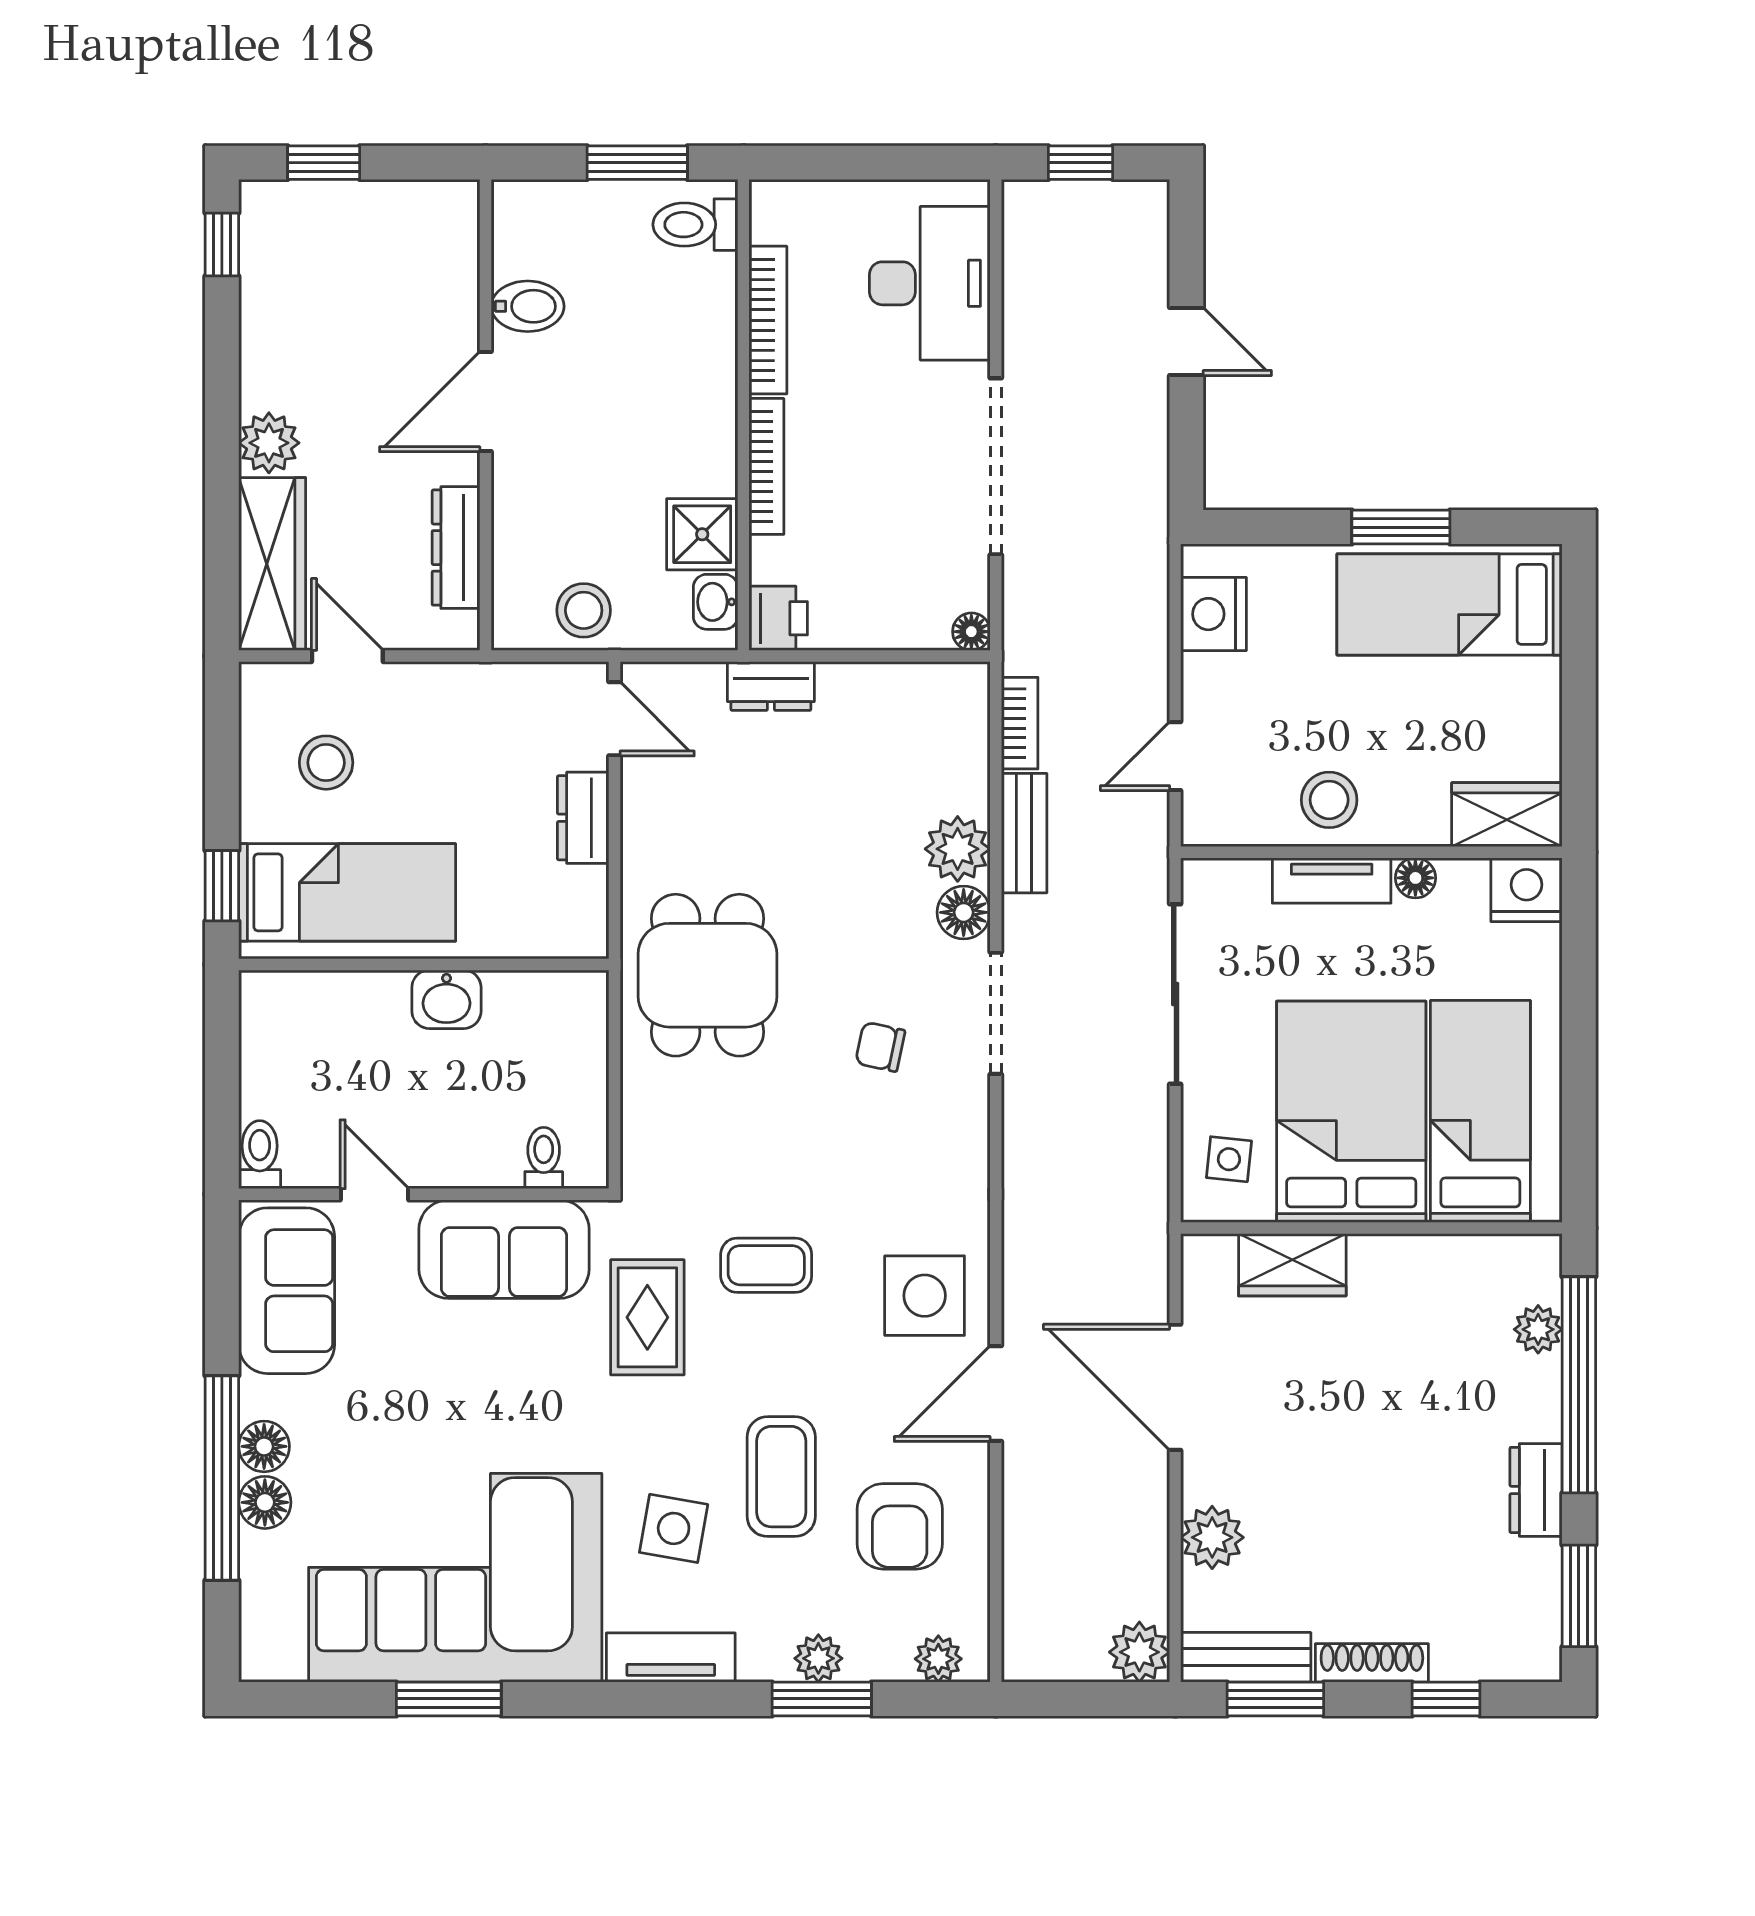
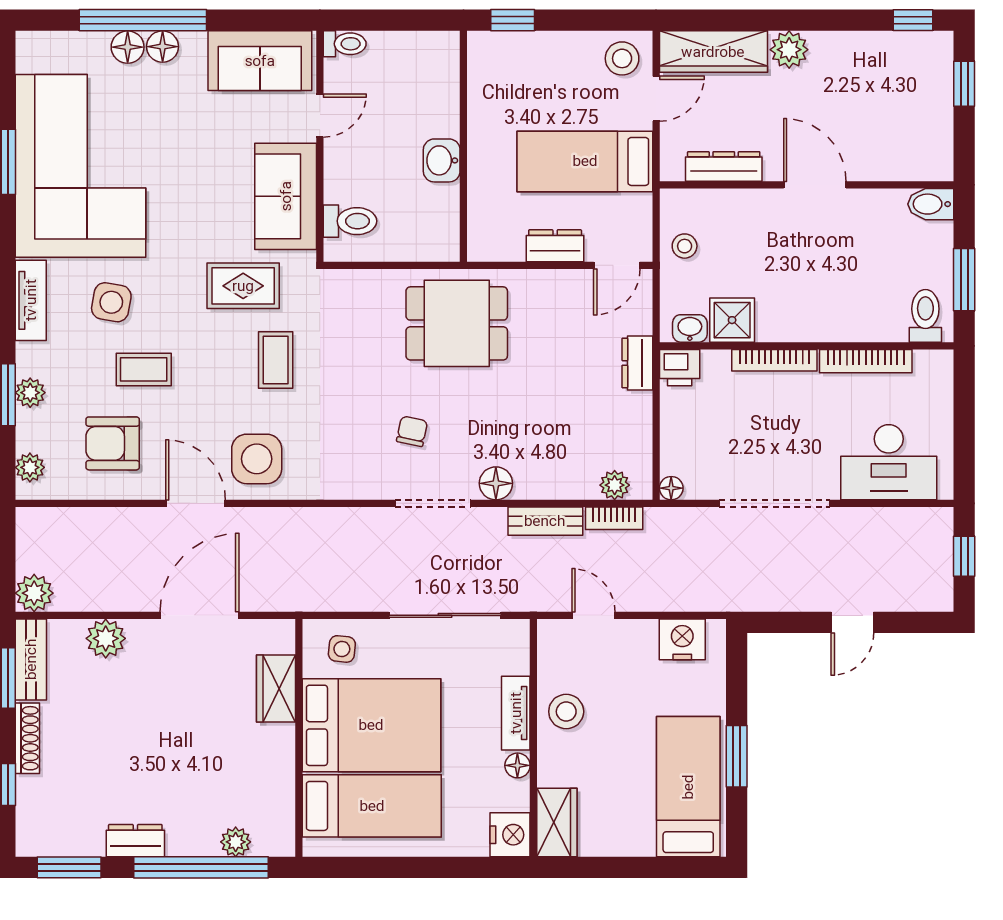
bidet: (528, 306) -> (931, 204), moved, turned 90
stool: (584, 610) -> (685, 246), width x0.73, depth x0.73
stool: (326, 763) -> (622, 58), moved
plant: (958, 849) -> (615, 485), moved, width x0.73, depth x0.73
bed: (347, 892) -> (585, 161), moved, turned 90
toilet: (544, 1158) -> (350, 221), width x1.37, depth x1.39
coffee table: (781, 1477) -> (144, 369), width x0.73, depth x0.77

